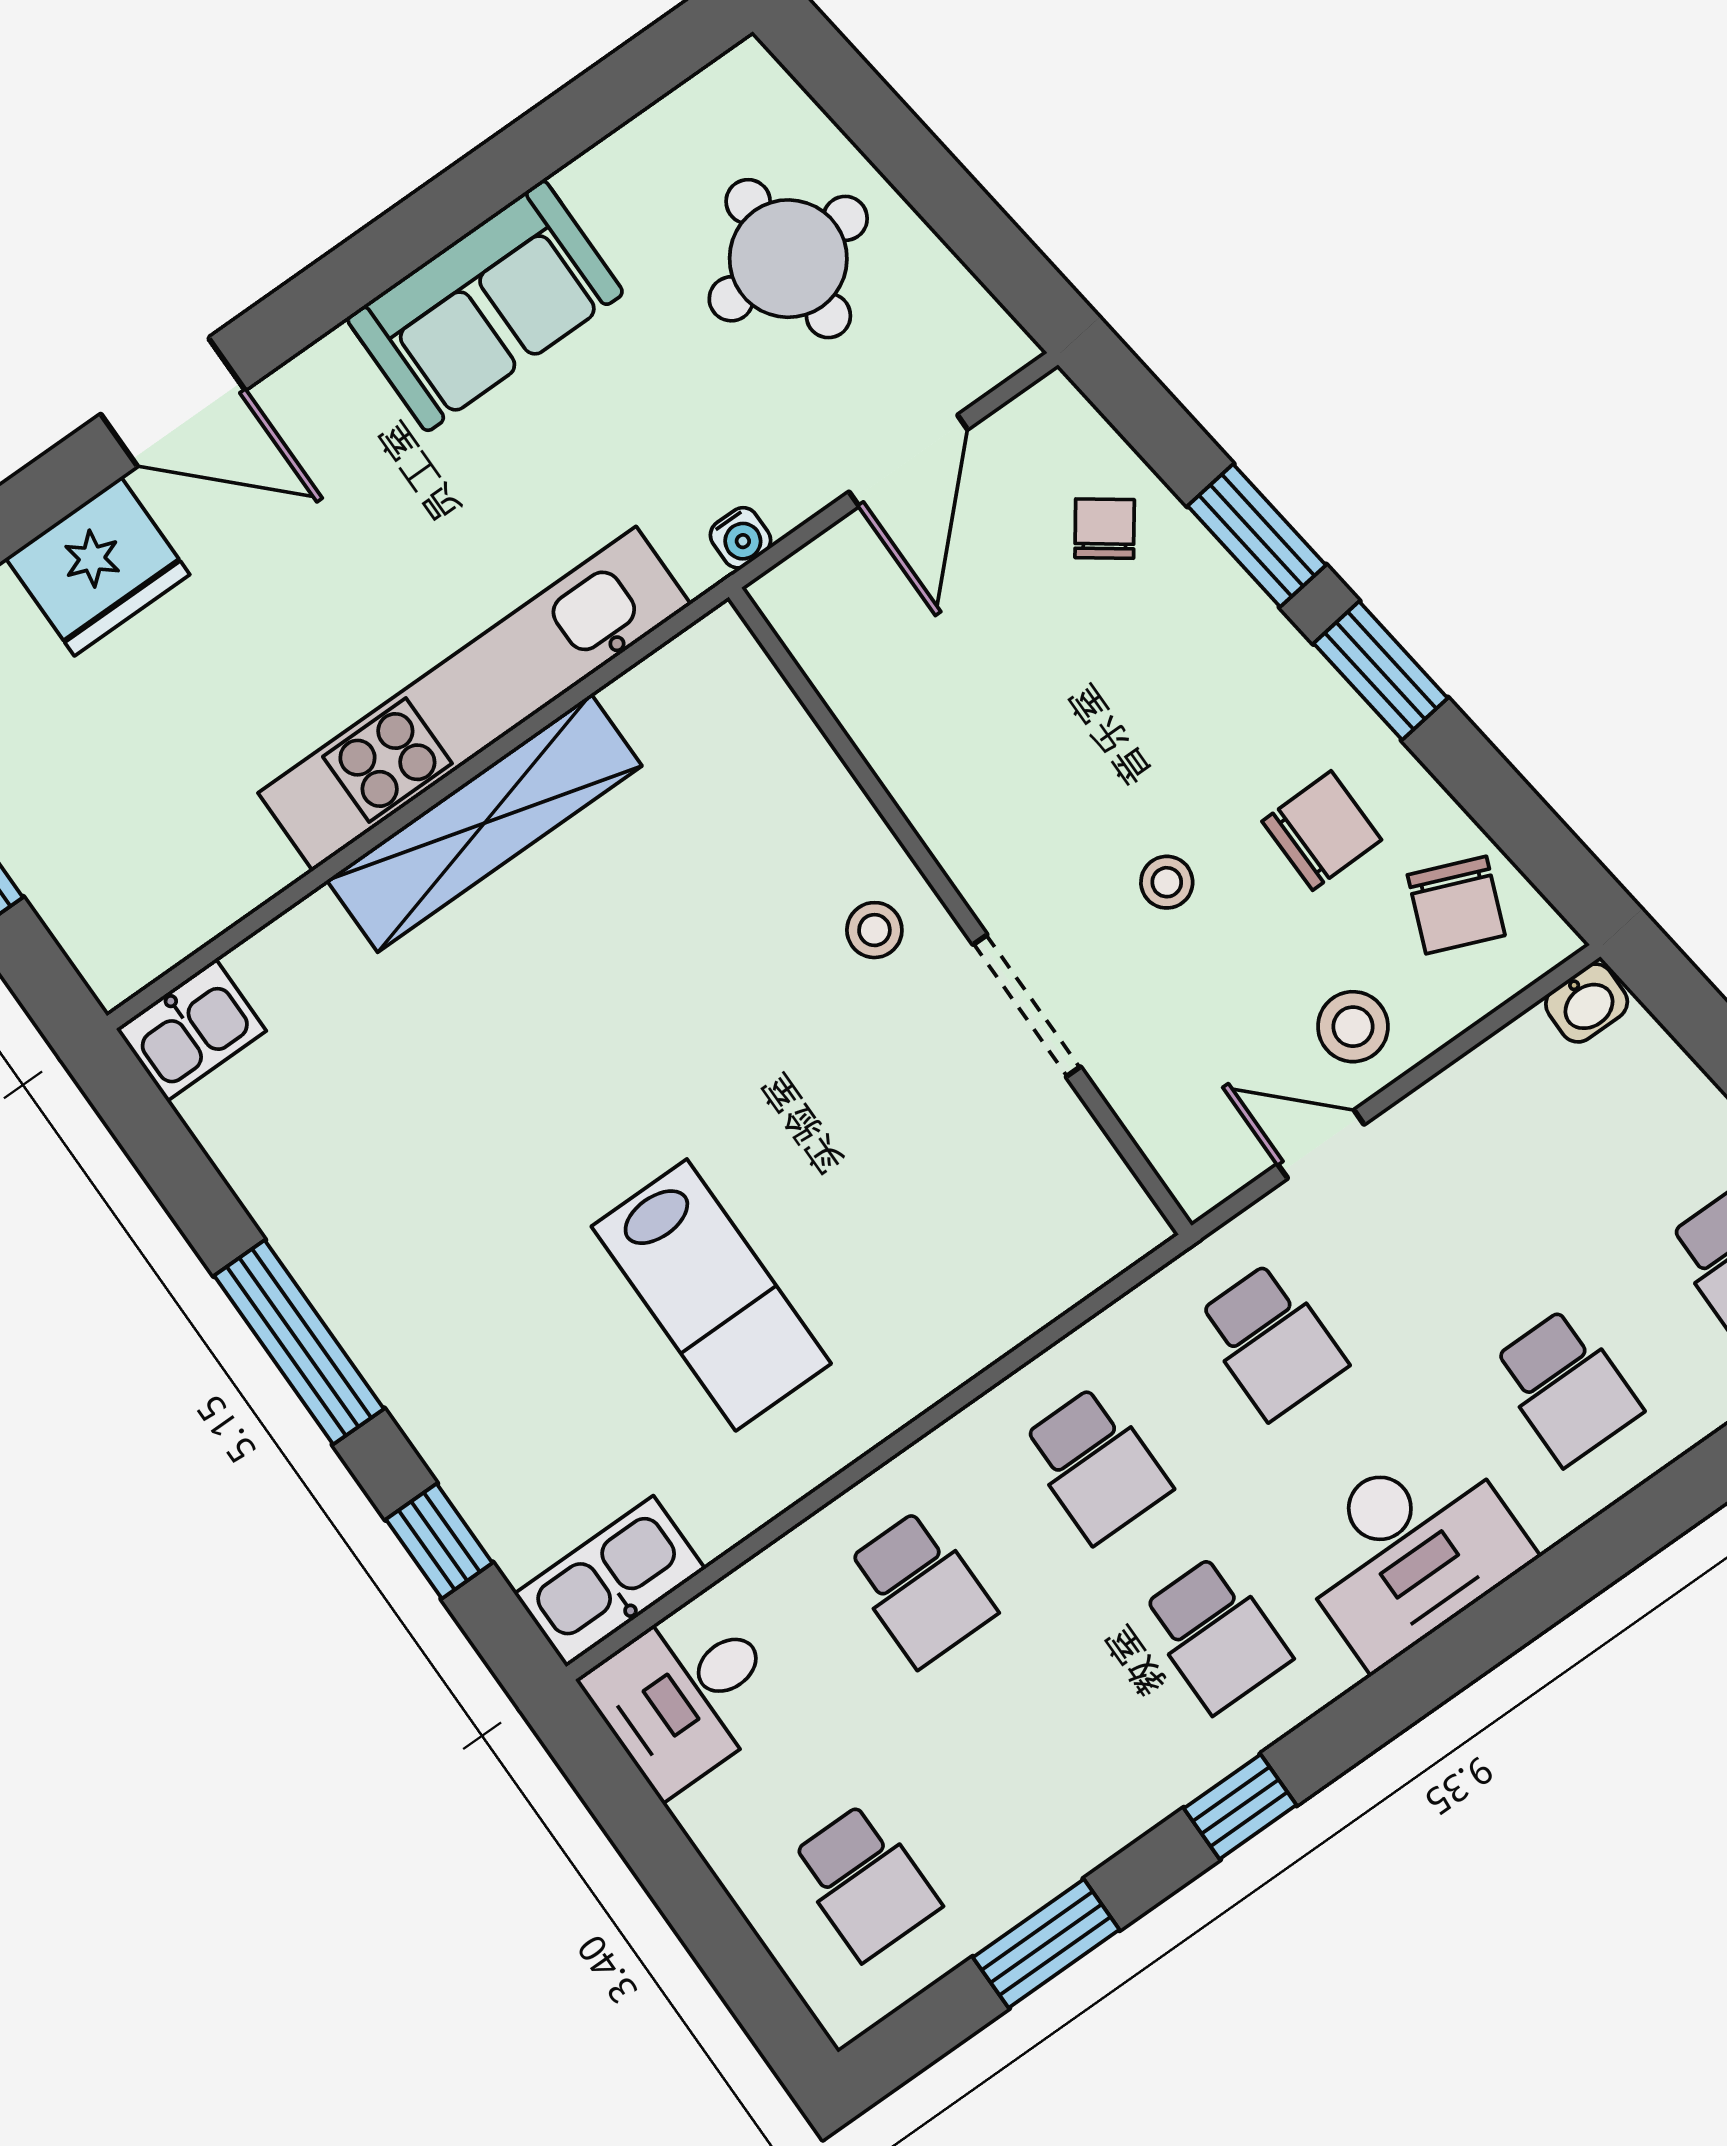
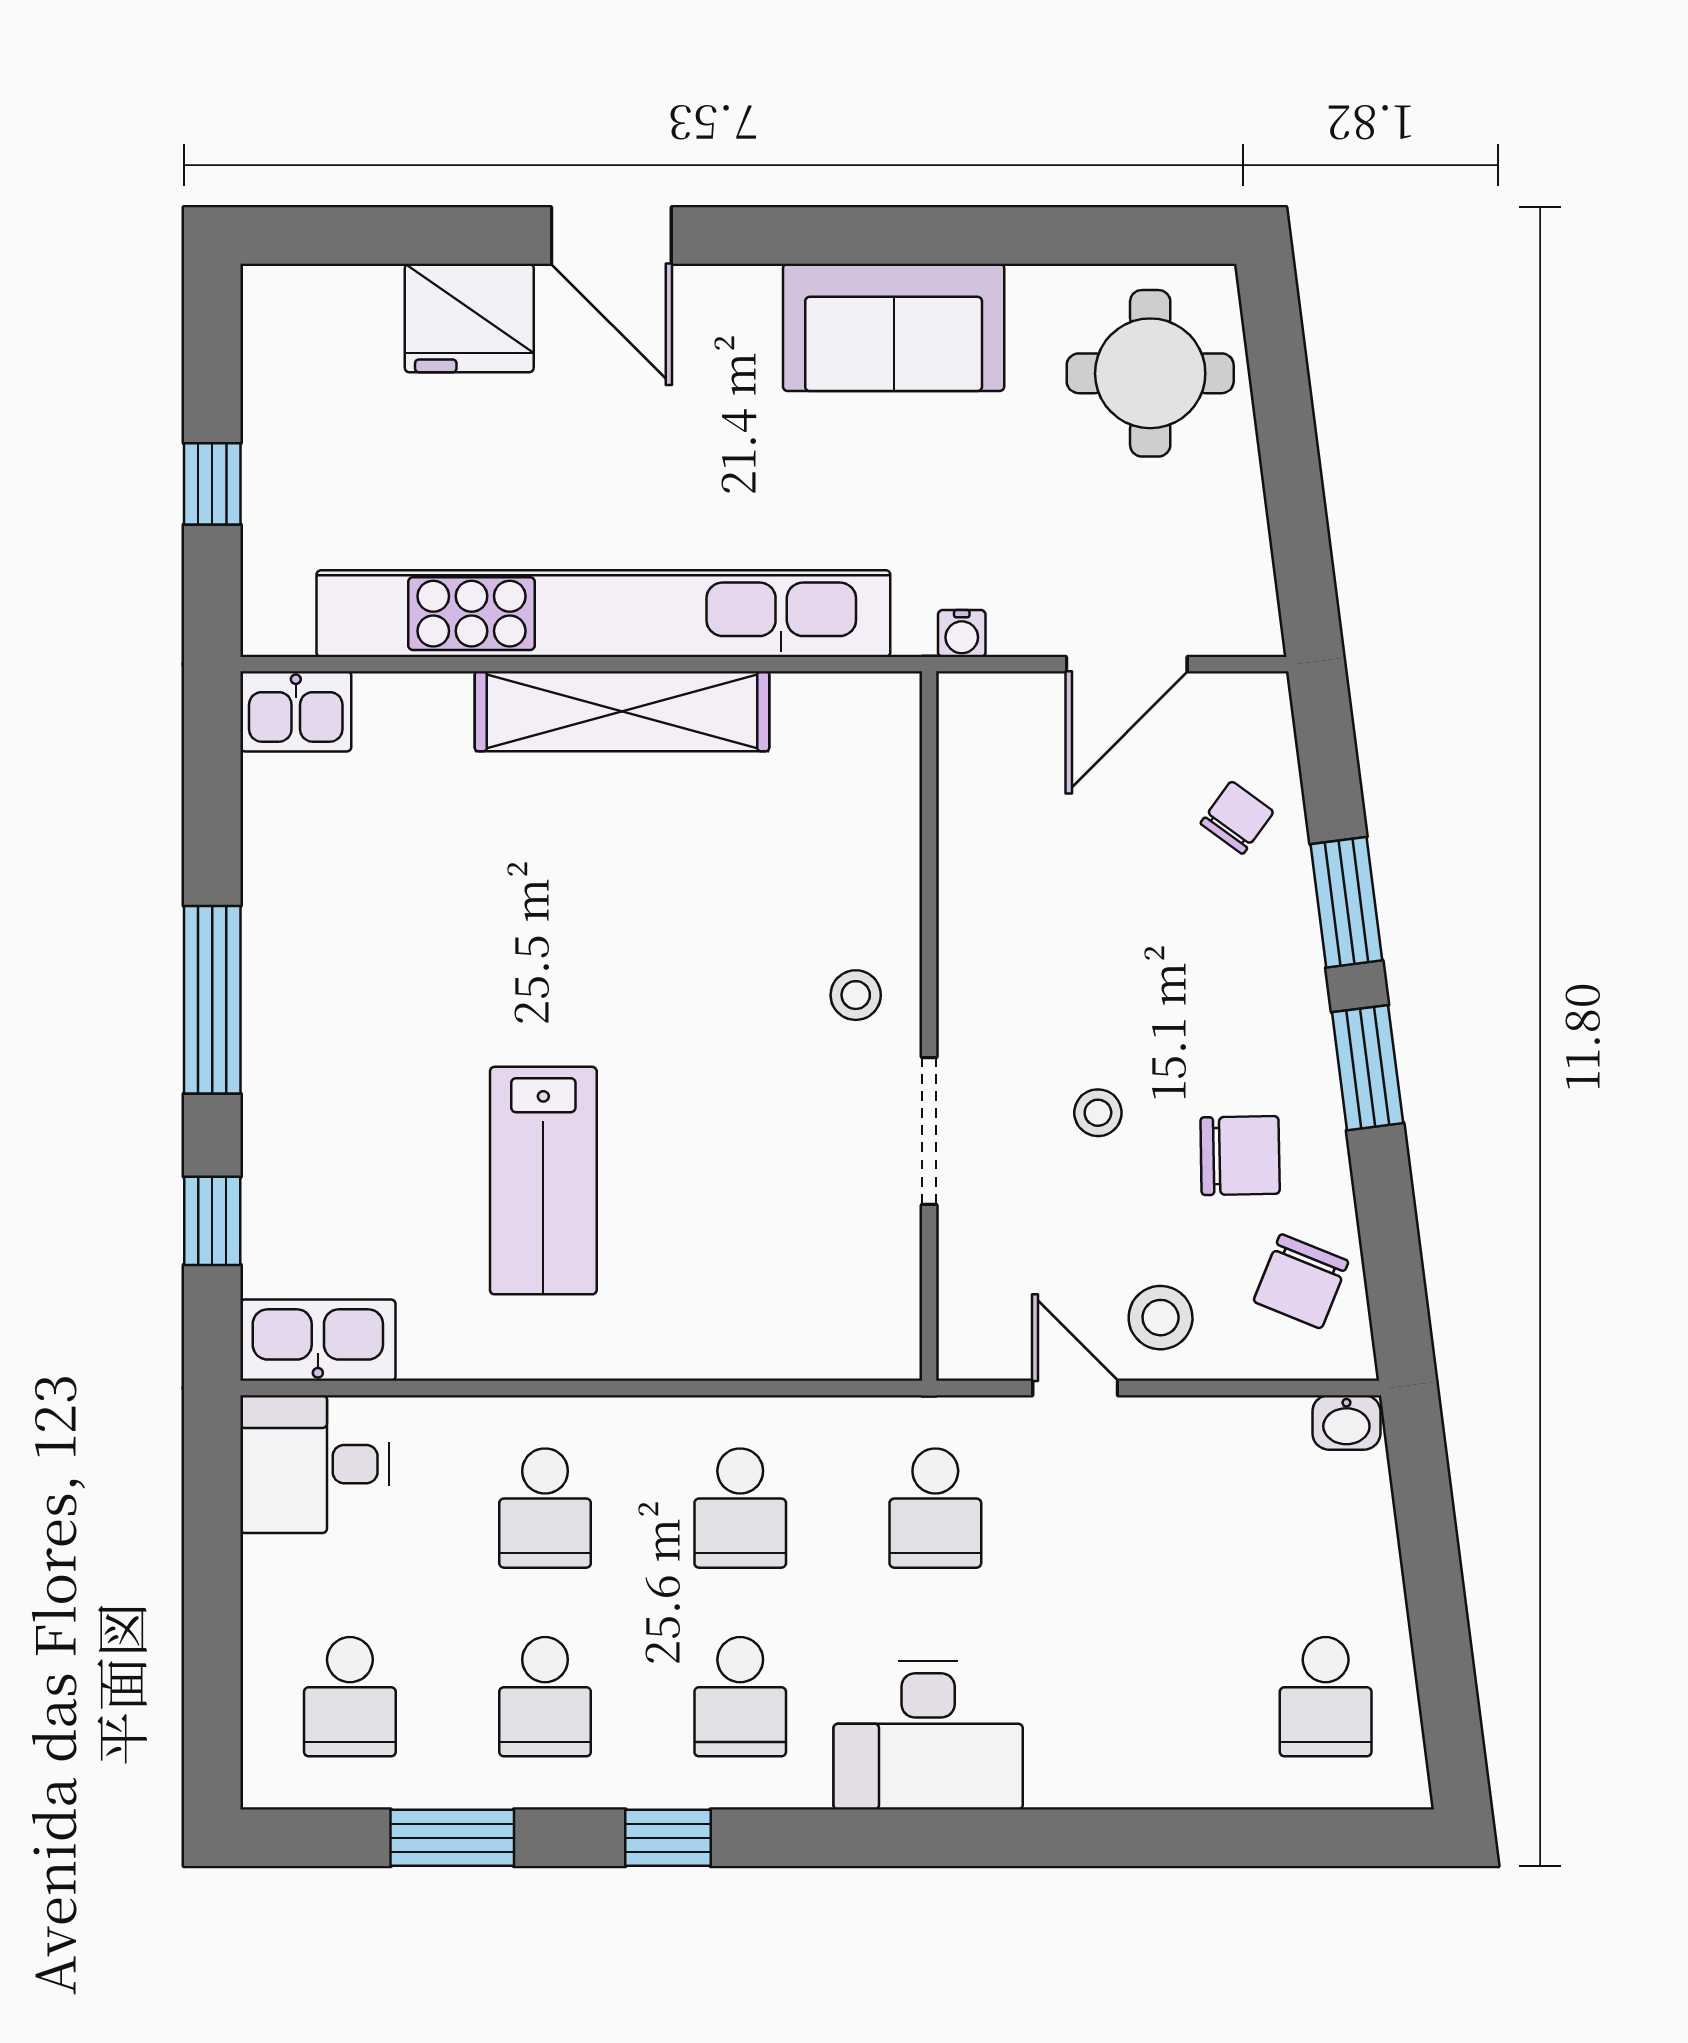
round table: (788, 259) -> (1150, 373), moved
kitchen unit: (474, 699) -> (603, 614), width x1.36
school desk: (1566, 1387) -> (545, 1697), moved

